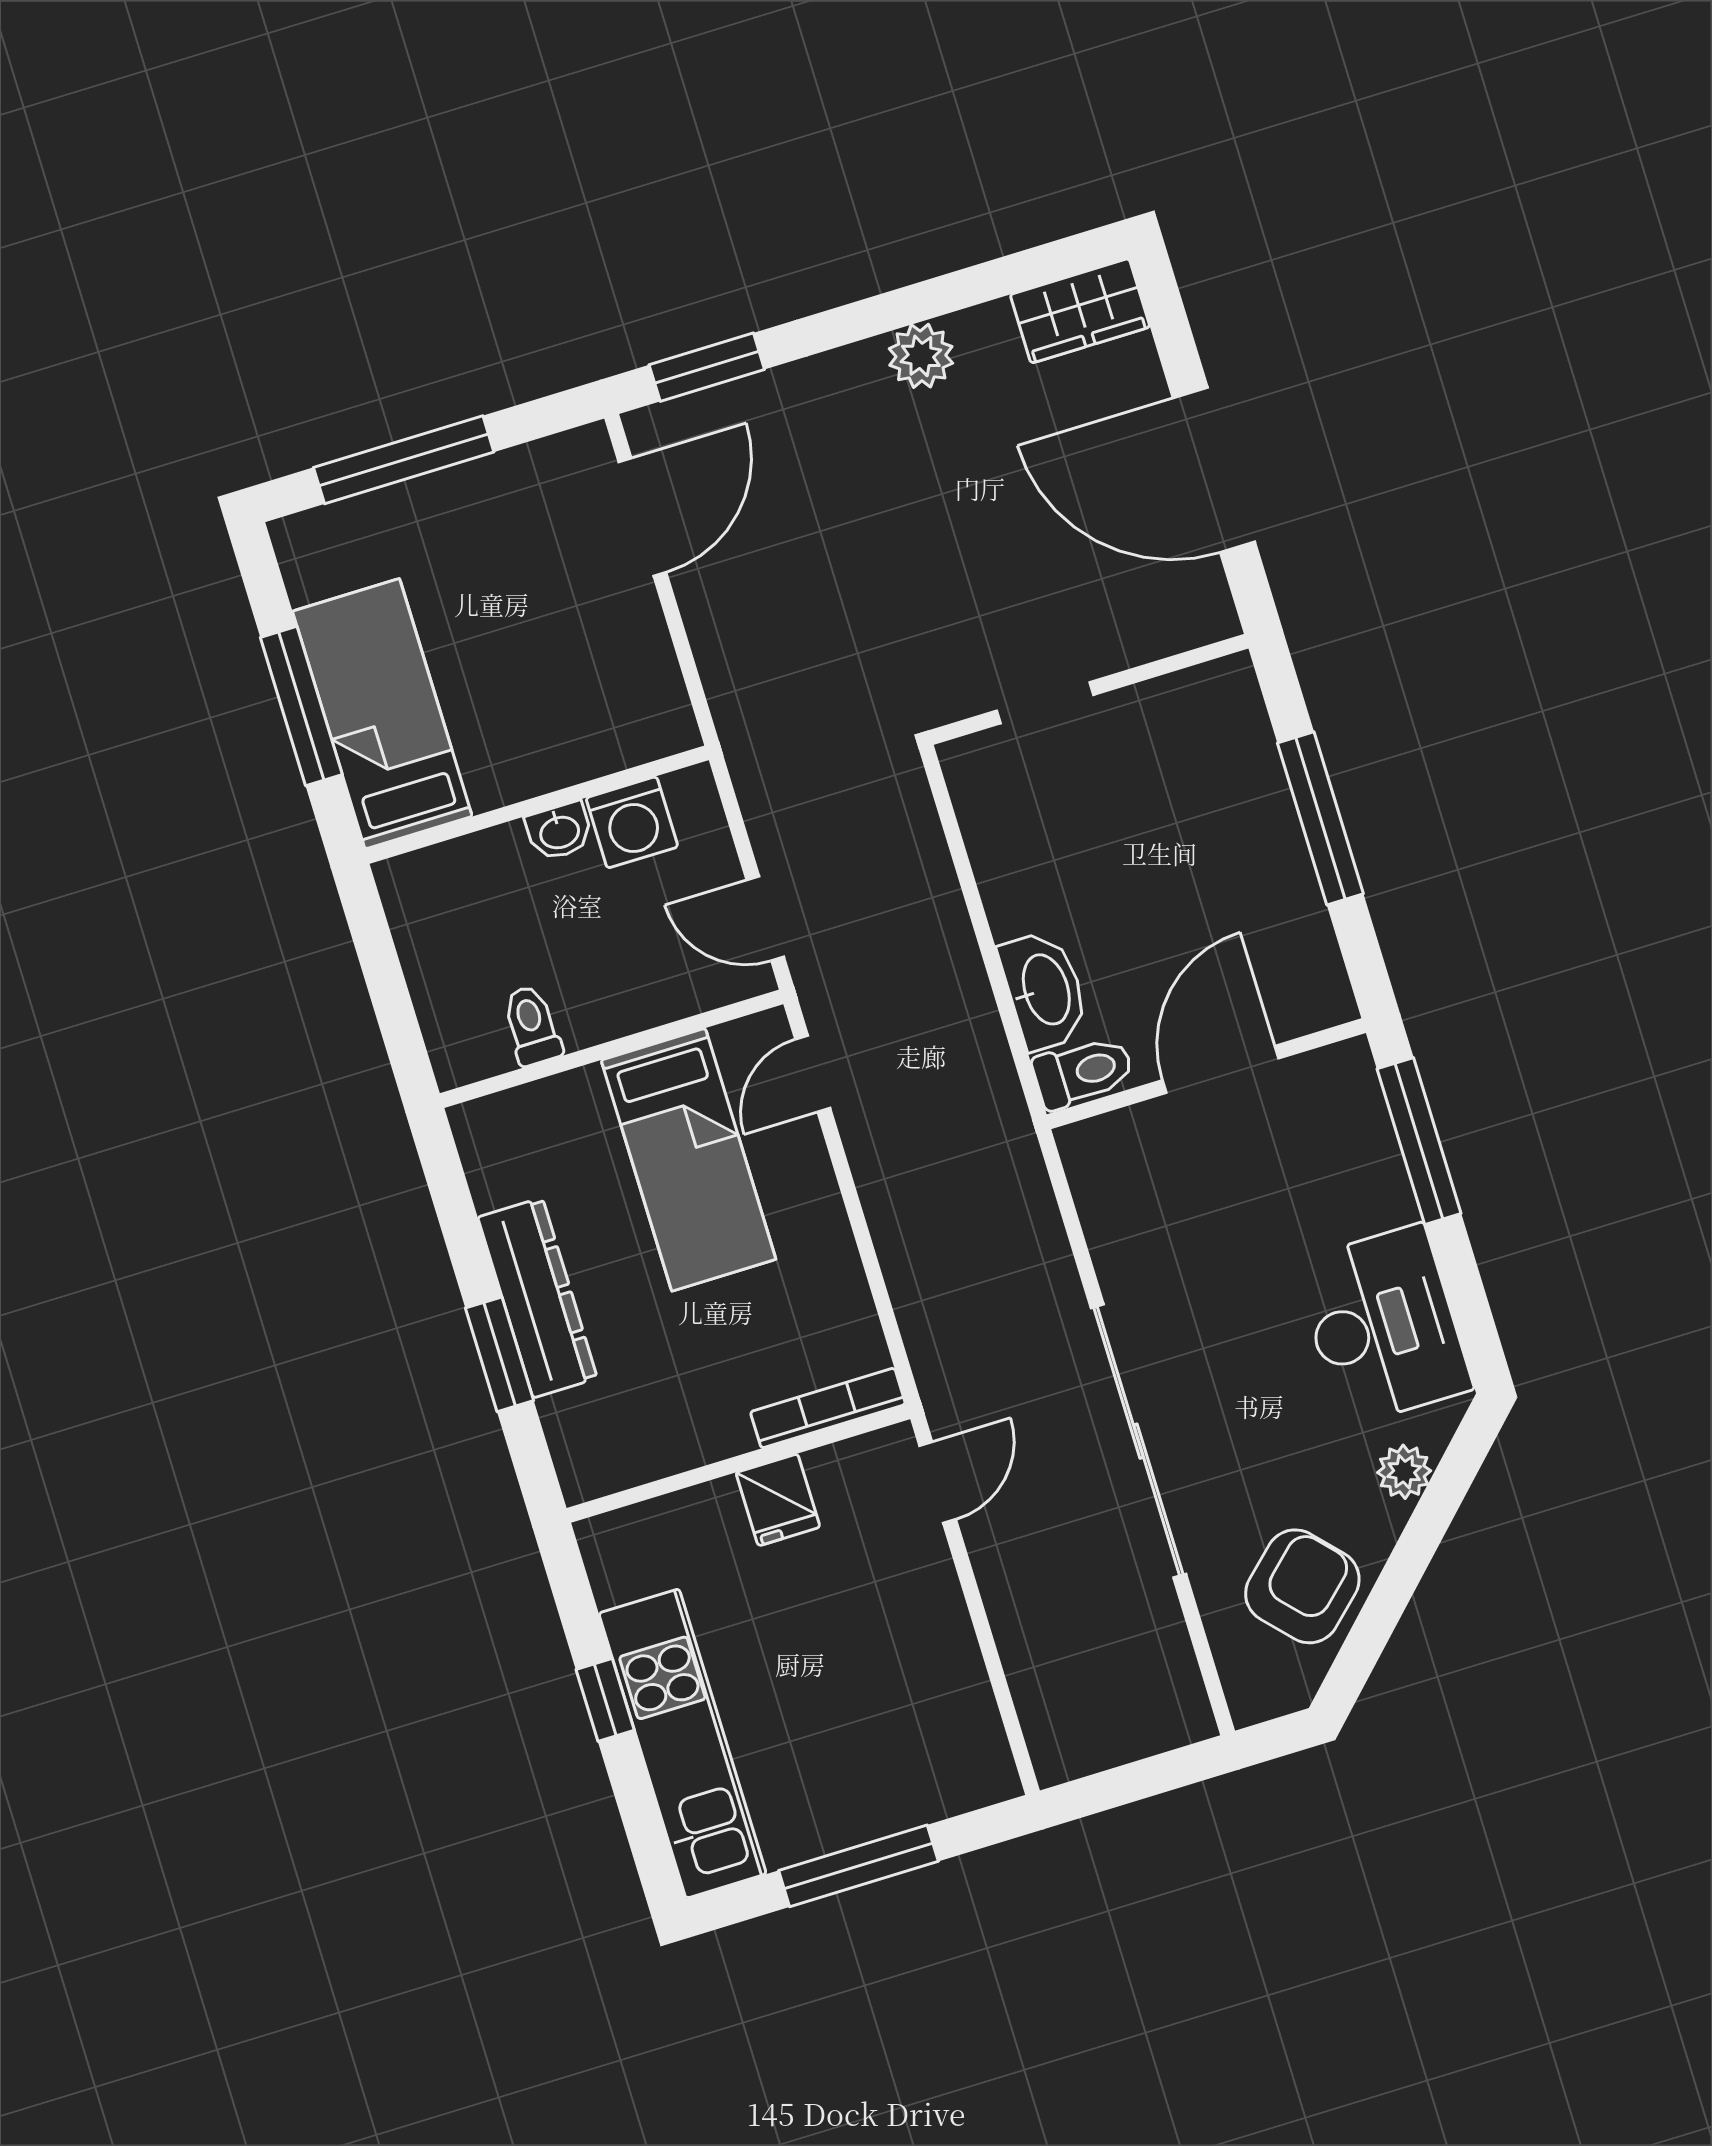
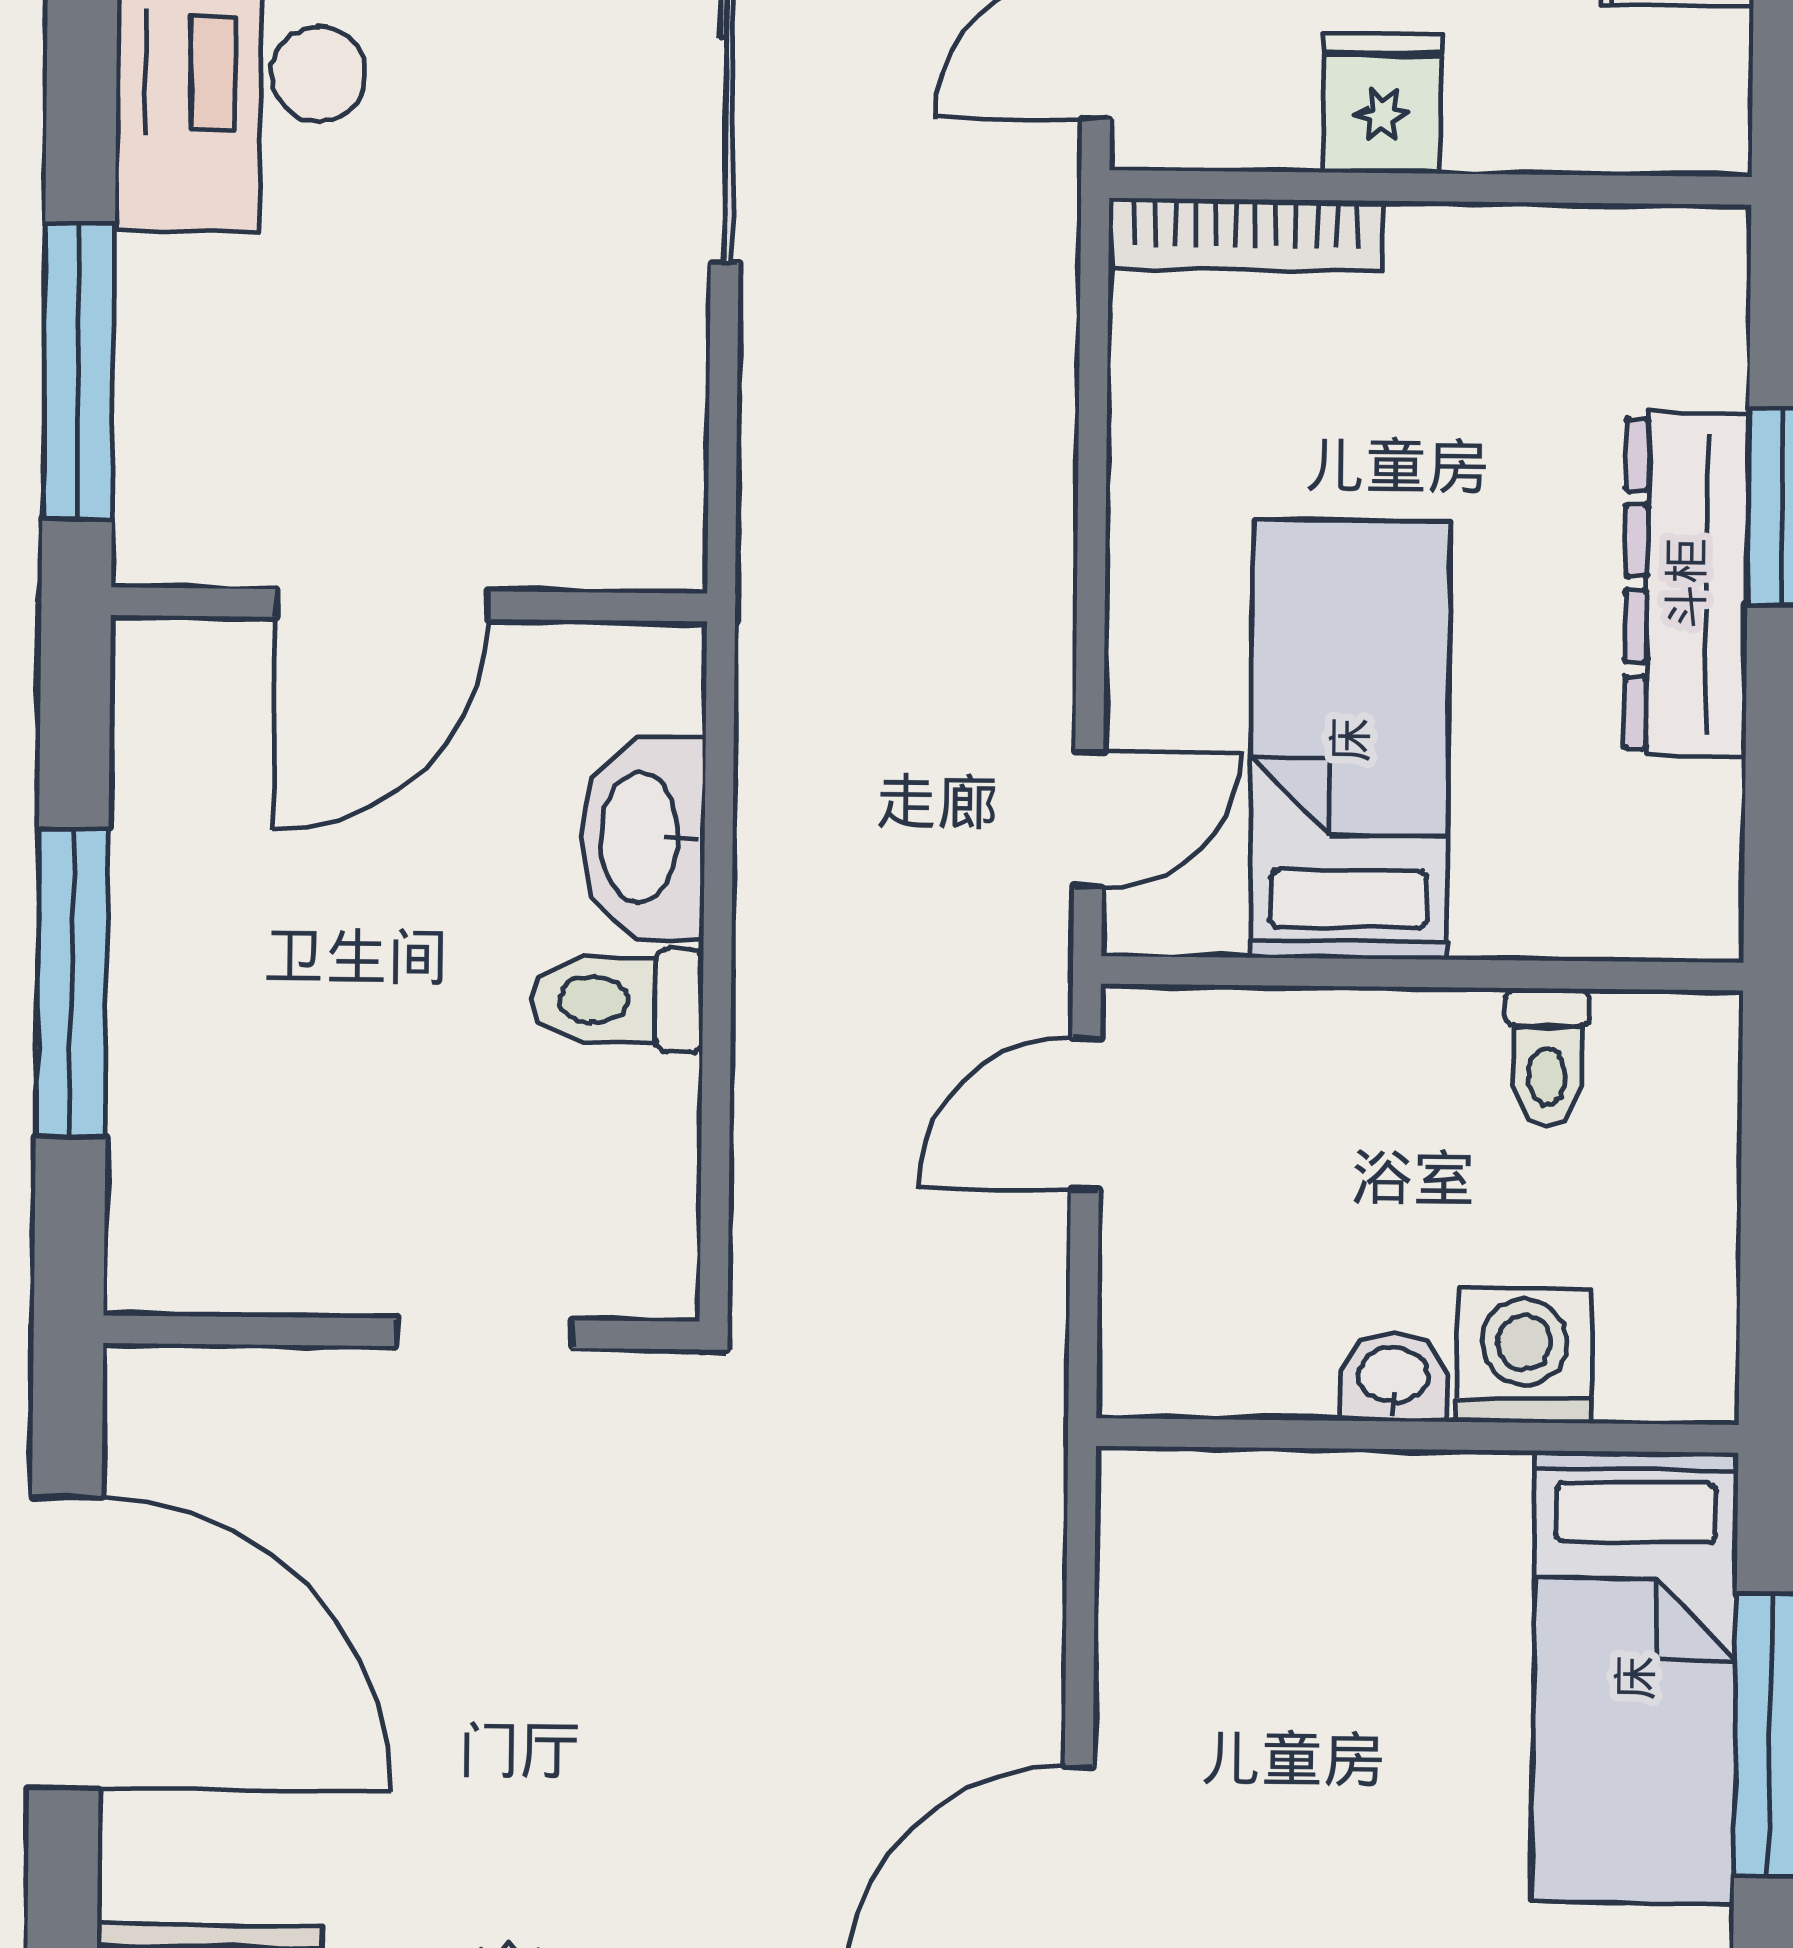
washing machine: (632, 822) -> (1524, 1356), moved
door: (765, 919) -> (1086, 1114), swing flipped
toilet: (1083, 1072) -> (617, 1000), moved

